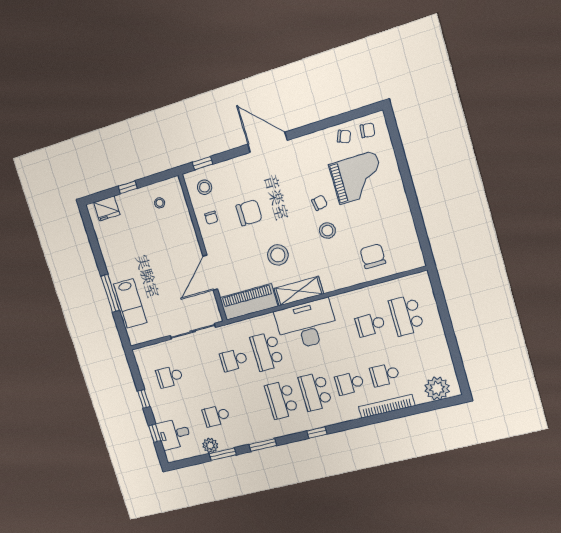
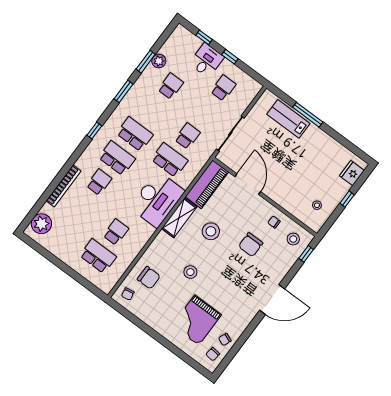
chair: (319, 203) -> (128, 294), moved
school desk: (385, 375) -> (81, 206), removed
desk: (174, 434) -> (207, 60), moved

